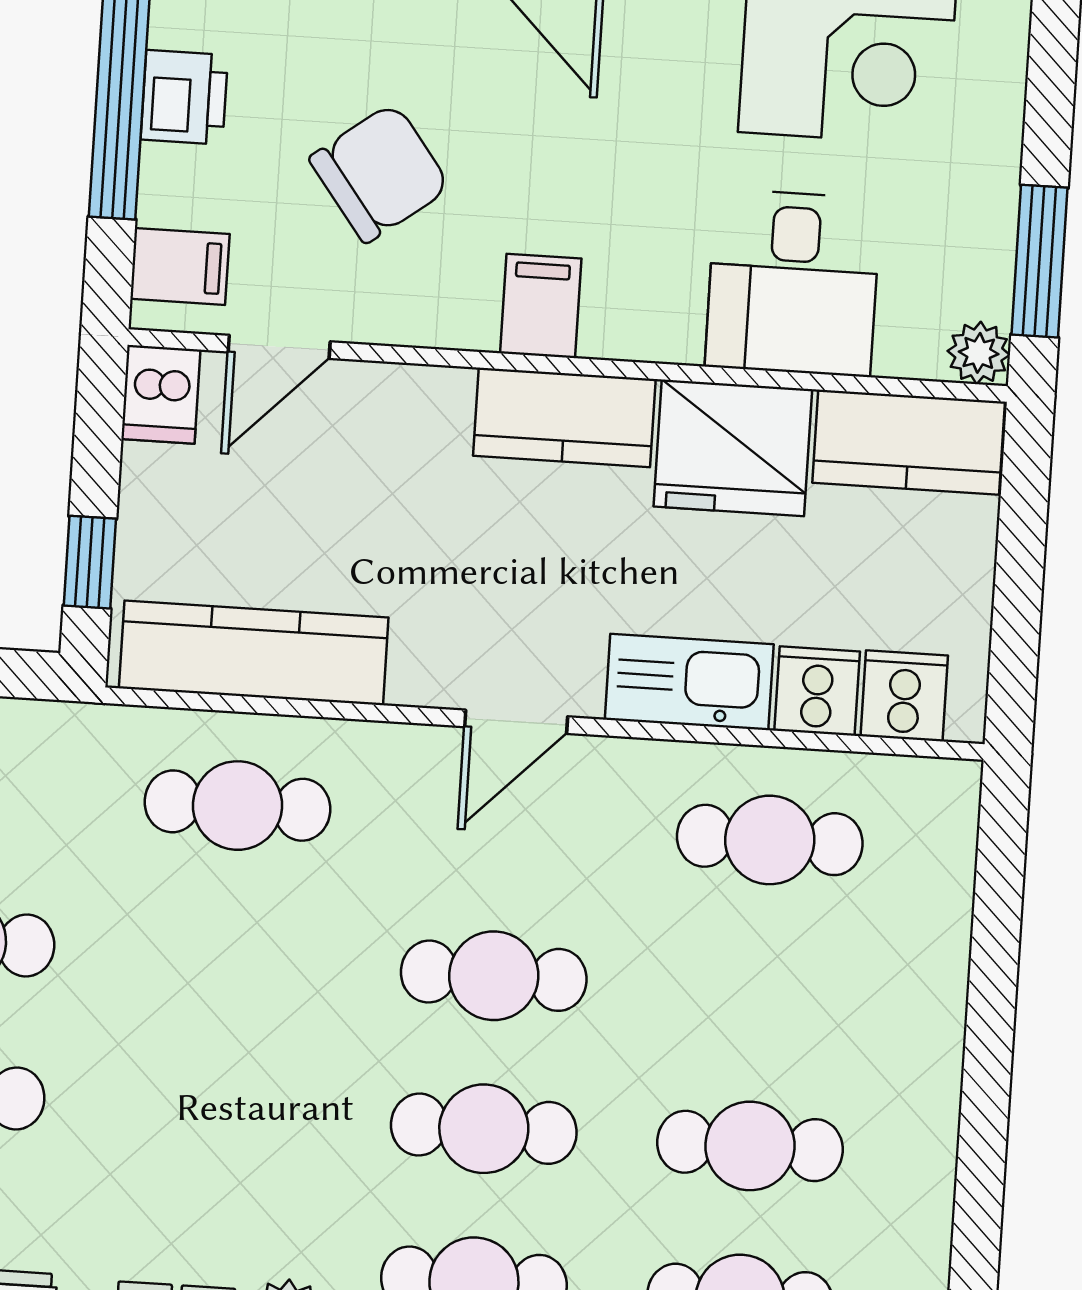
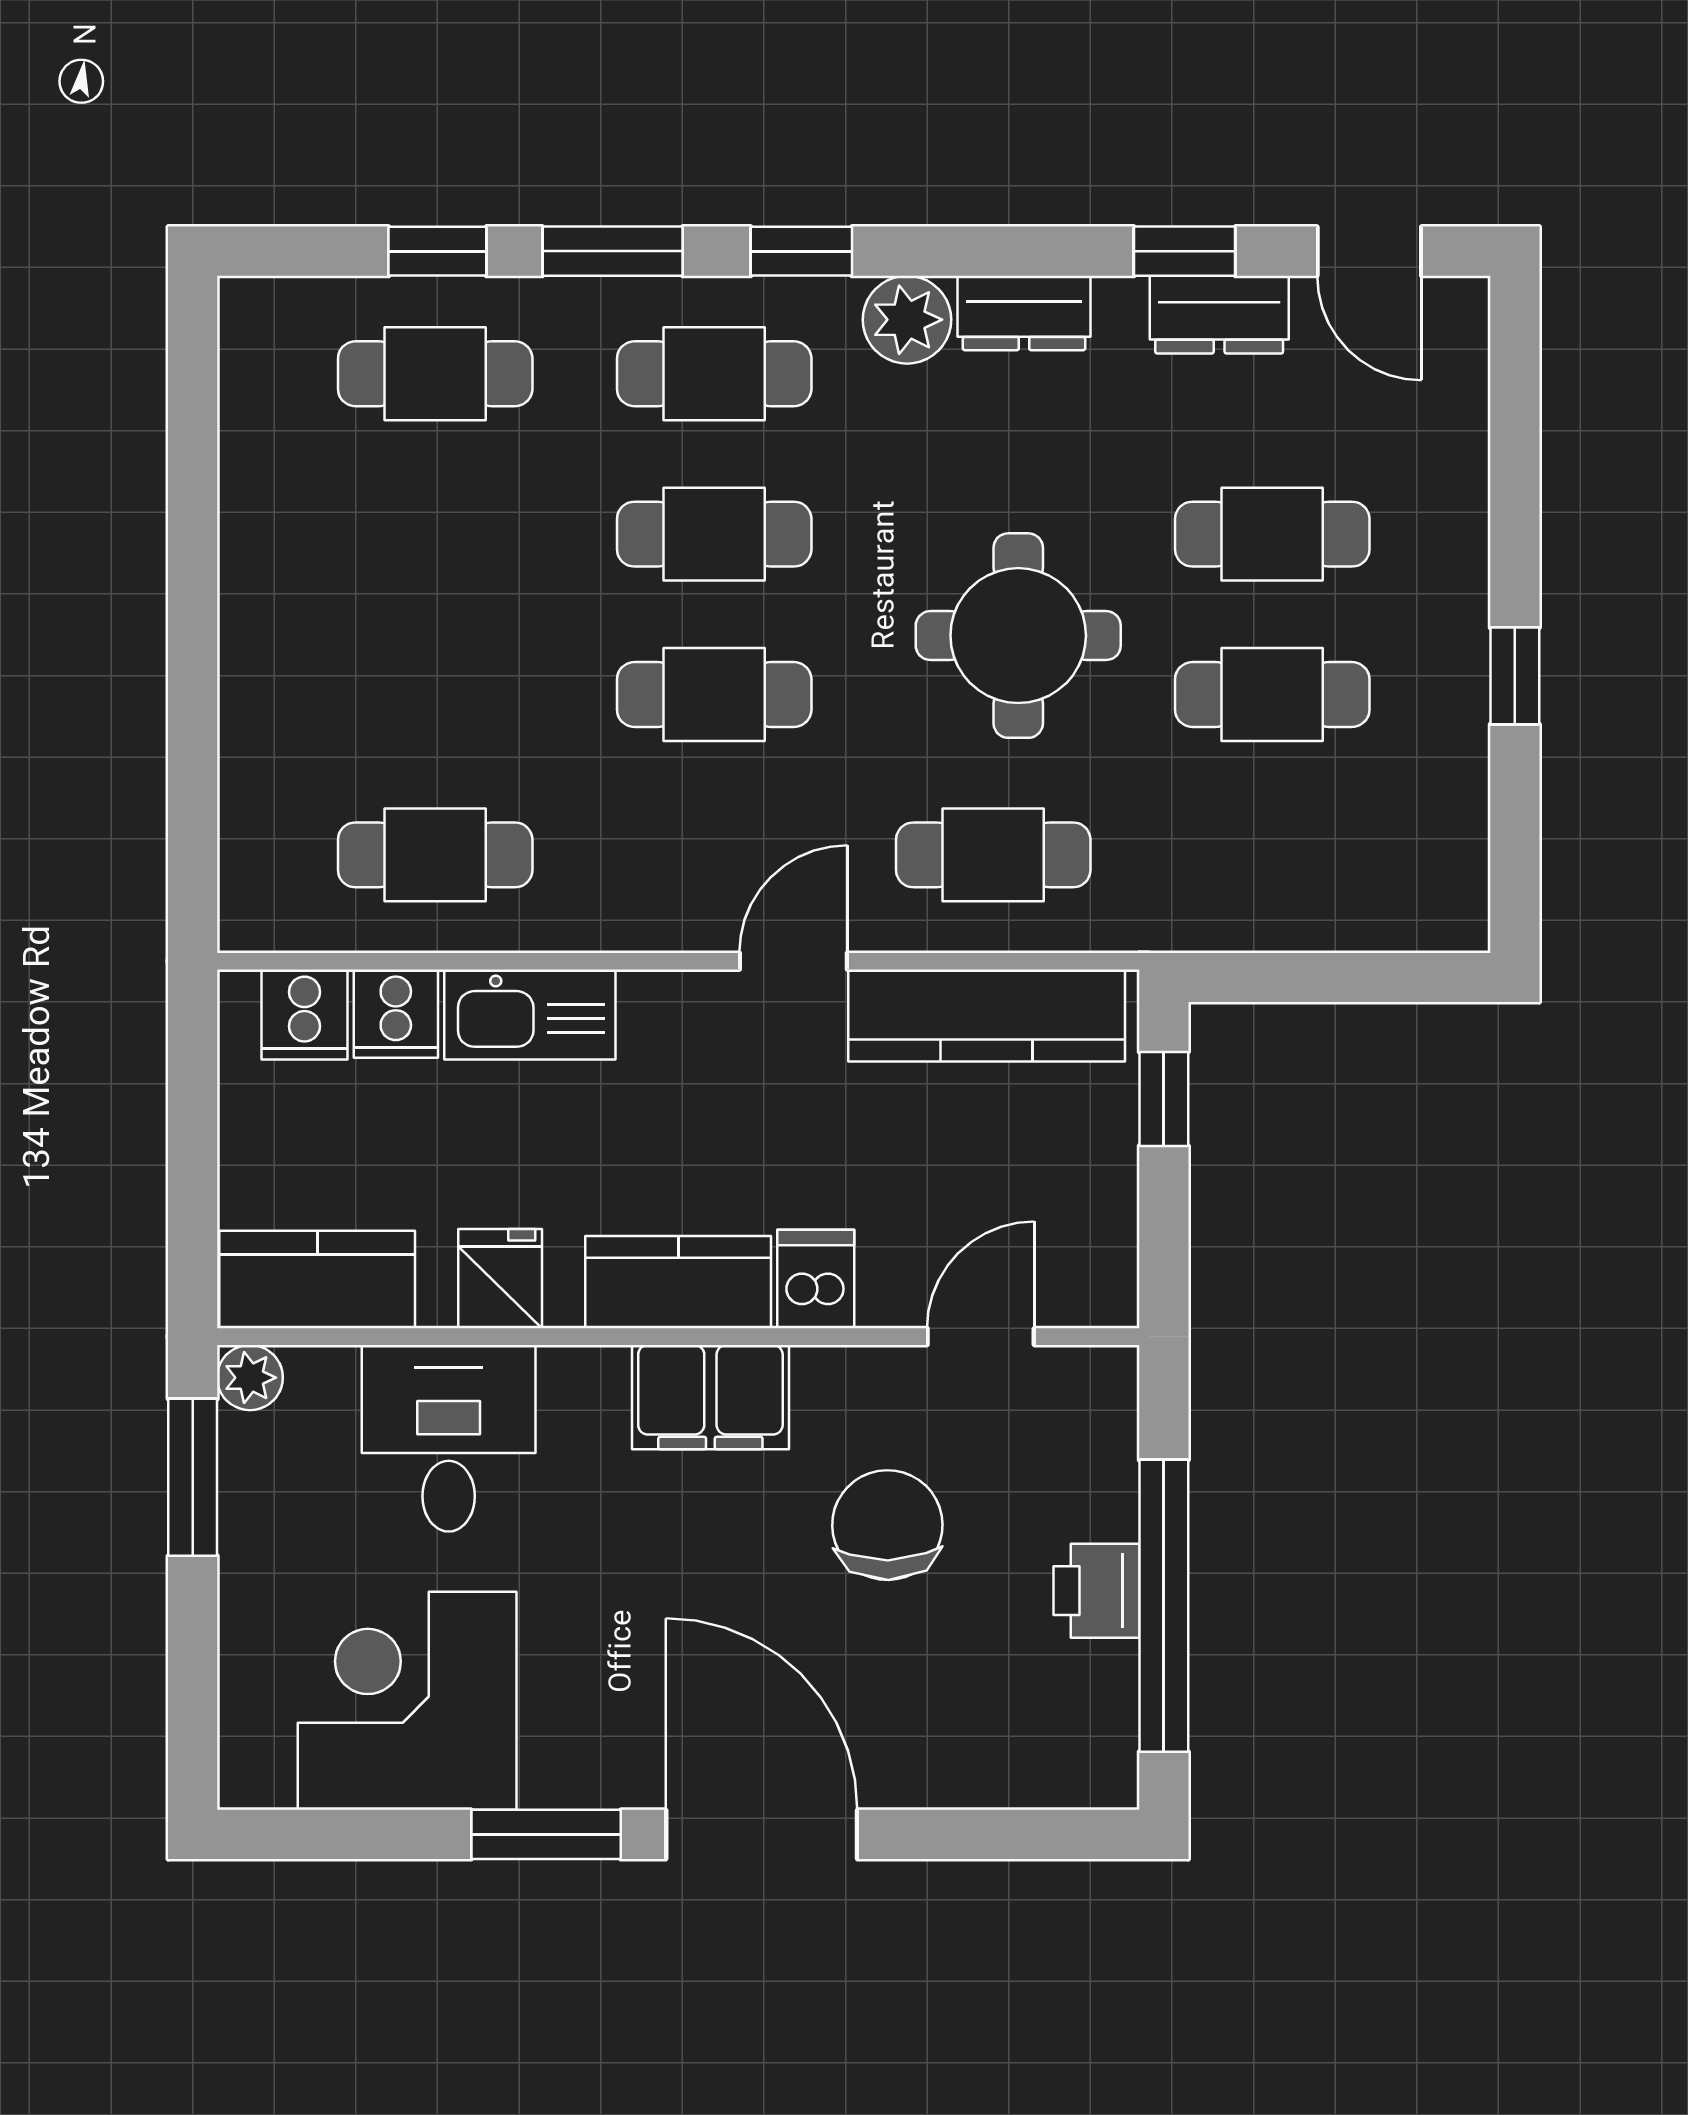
chair: (380, 173) -> (887, 1525), turned 126
filing cabinet: (180, 266) -> (1090, 1414), removed
filing cabinet: (541, 306) -> (710, 1397), width x2.00
dishwasher: (161, 394) -> (816, 1279), moved
fridge: (733, 448) -> (500, 1279), width x0.53, depth x0.75
door: (516, 722) -> (793, 961), moved
round table: (200, 1013) -> (1018, 636), added
cafe table: (750, 1146) -> (435, 534), removed

